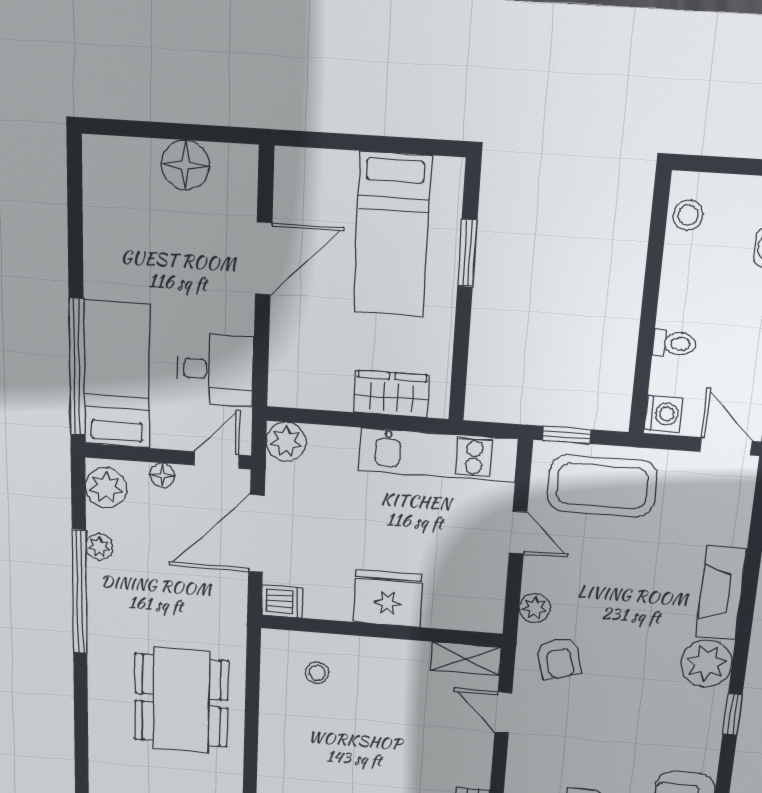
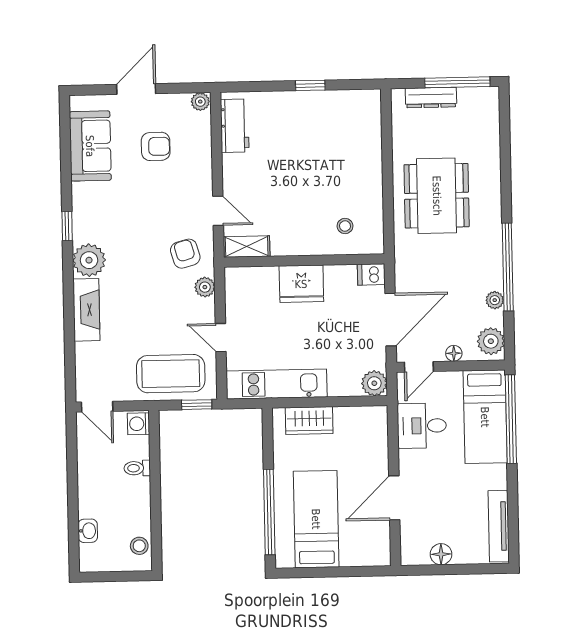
floor lamp: (185, 165) -> (441, 554), width x0.73, depth x0.73
tv unit: (98, 198) -> (499, 526), added
window: (467, 253) -> (269, 512), width x2.11

